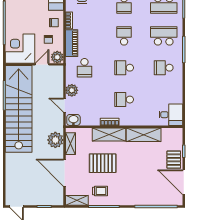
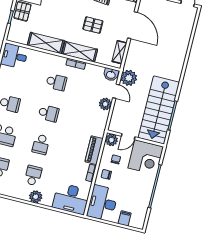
school desk: (84, 68) -> (87, 123), removed
stairs: (19, 109) -> (159, 110), width x0.73
plant: (55, 140) -> (129, 78), moved
pallet: (103, 163) -> (93, 25), width x0.67, depth x0.71

